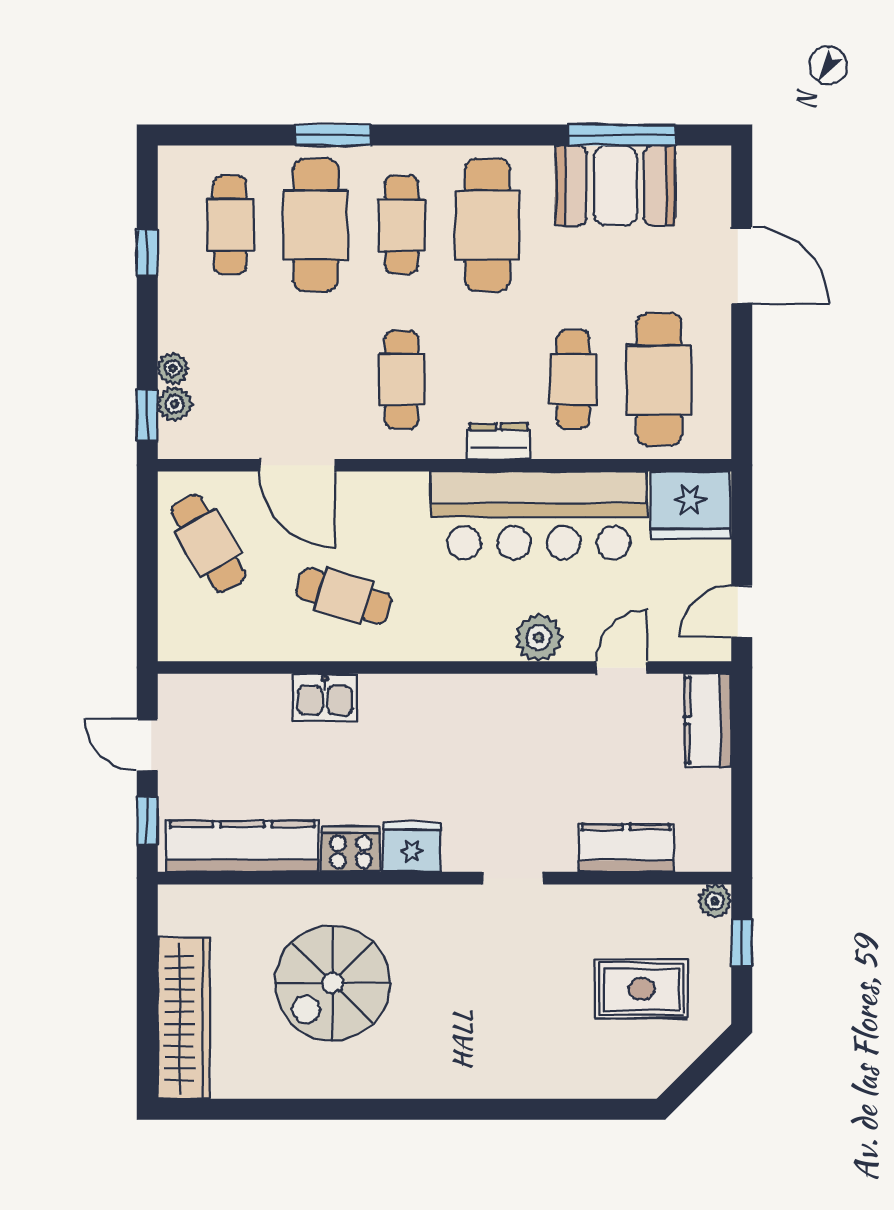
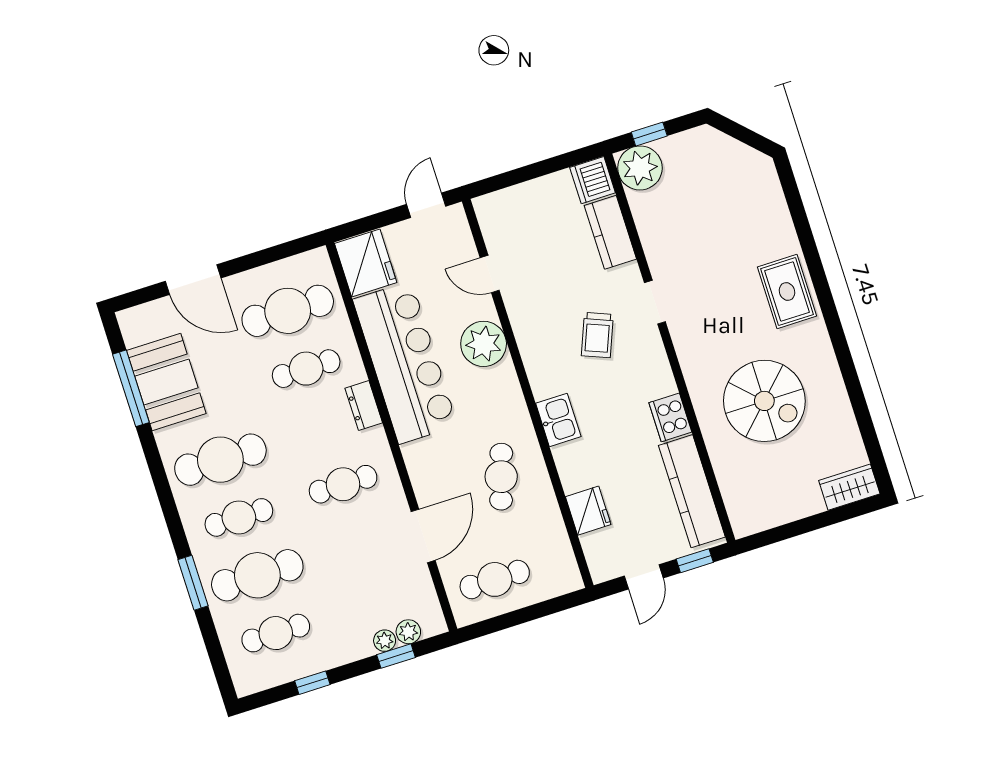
door: (742, 266) -> (193, 280), swing flipped
window: (147, 416) -> (396, 656), moved
cafe table: (208, 543) -> (495, 579), turned 30
door: (742, 611) -> (426, 205), swing flipped
plant: (539, 638) -> (484, 344), width x1.36, depth x1.36
kitchen sink: (325, 697) -> (558, 420), moved
kitchen counter: (708, 720) -> (507, 204), removed
trolley: (493, 786) -> (597, 335), added
fridge: (412, 847) -> (588, 511), moved, turned 180
dishwasher: (704, 847) -> (593, 180), added
plant: (715, 901) -> (640, 168), width x1.87, depth x1.87
rug: (641, 989) -> (787, 292), moved
wardrobe: (184, 1018) -> (849, 487), width x0.48, depth x0.85

